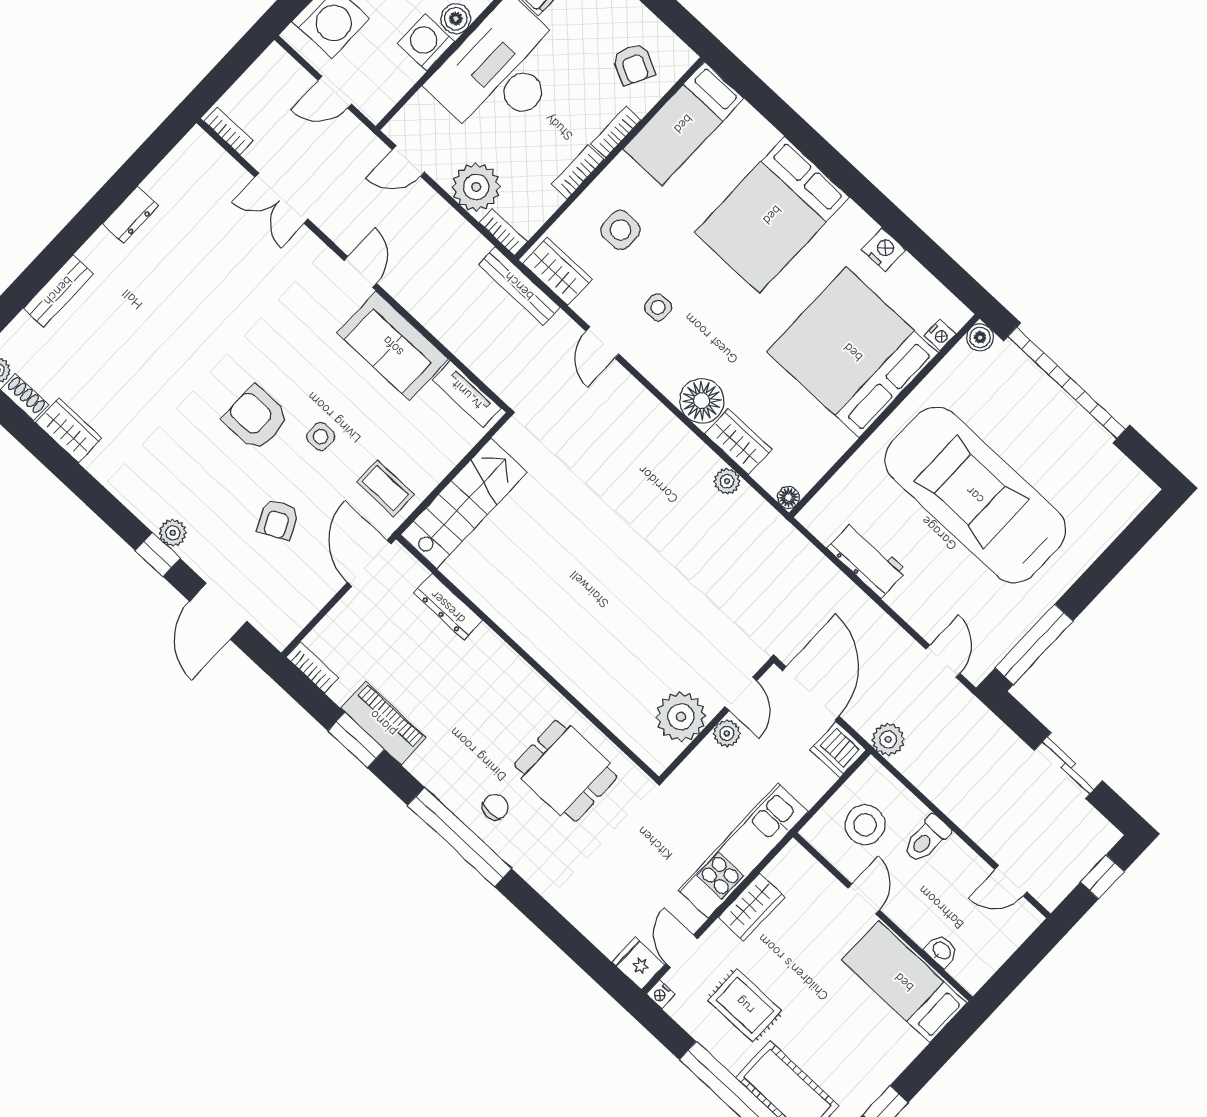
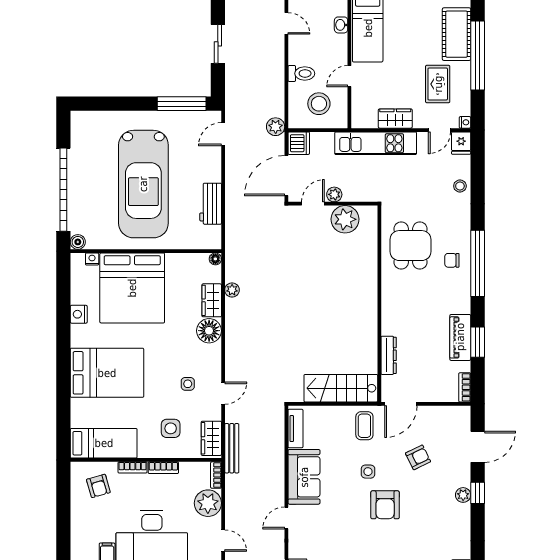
armchair: (634, 64) -> (98, 486), turned 137
stool: (583, 909) -> (460, 186), added

